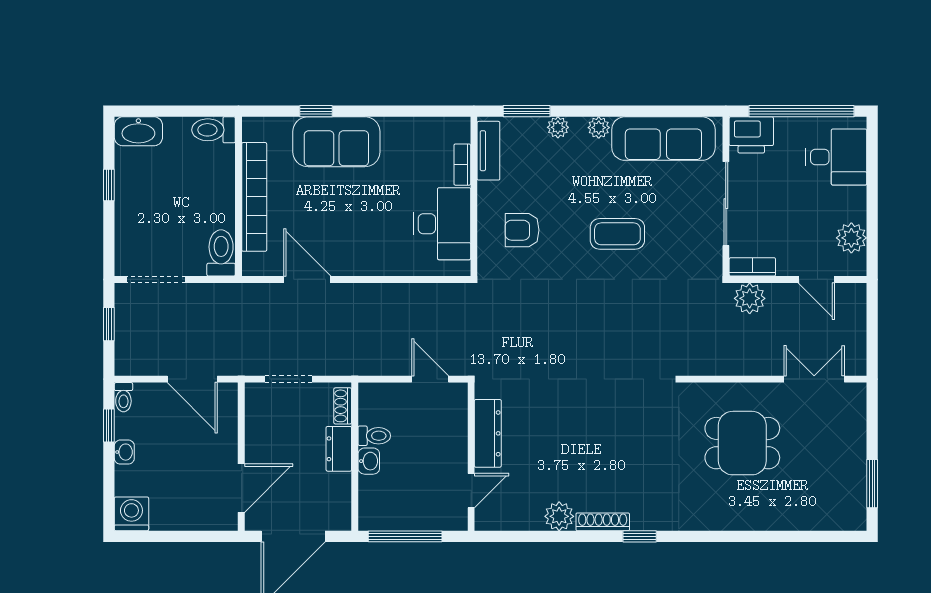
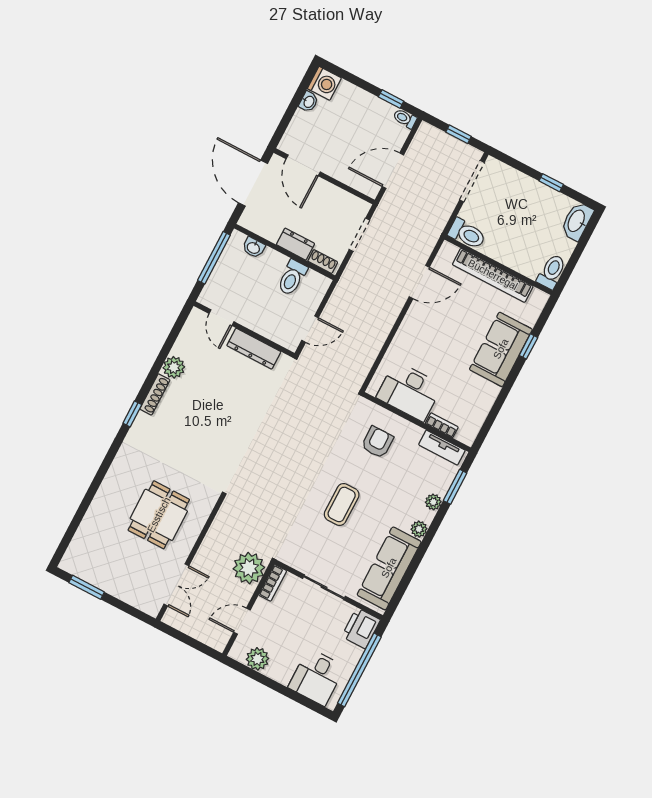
sliding door: (726, 204) -> (324, 587), width x0.73
plant: (750, 298) -> (249, 568), width x1.36, depth x1.36
toilet: (374, 436) -> (292, 278), width x1.37, depth x1.39
washbasin: (124, 452) -> (309, 102), moved, turned -90
washbasin: (369, 461) -> (254, 248), moved

